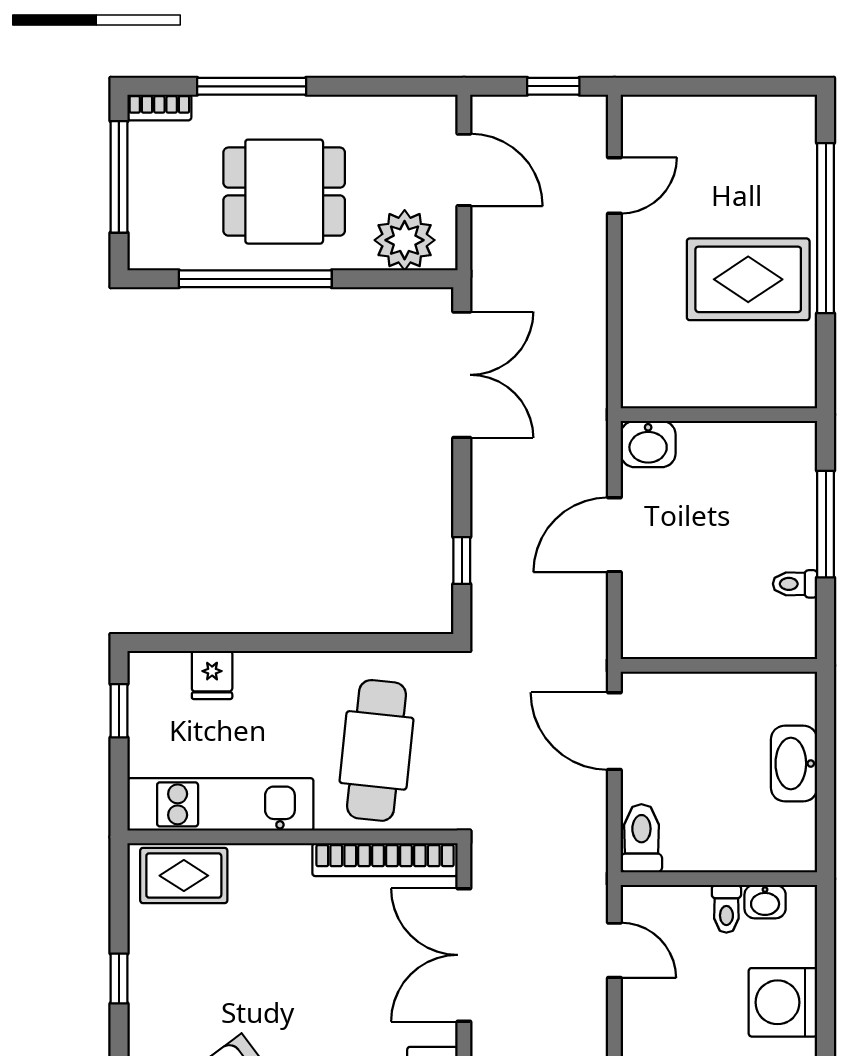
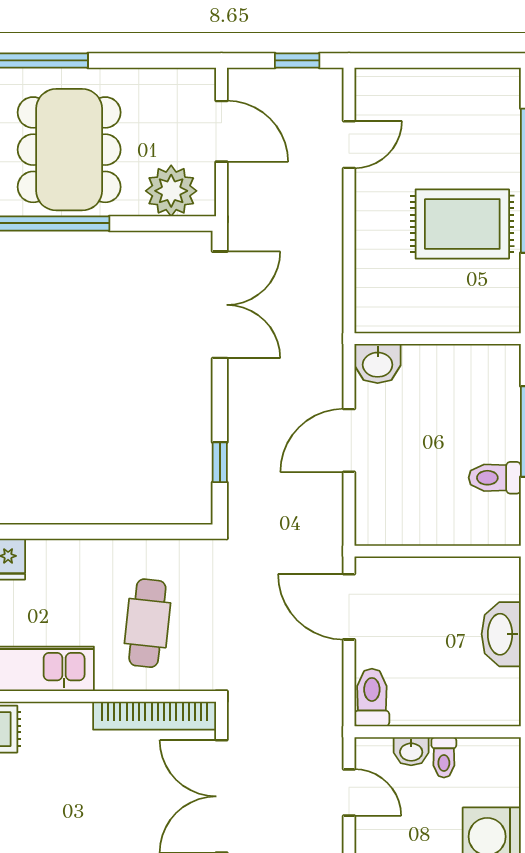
dining table: (284, 192) -> (69, 150), width x1.38
toilet: (795, 584) -> (495, 478), width x1.37, depth x1.39
cafe table: (377, 750) -> (147, 623), width x0.73, depth x0.74
washbasin: (765, 902) -> (411, 751), moved

